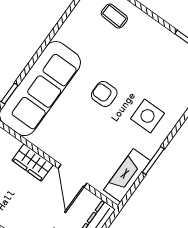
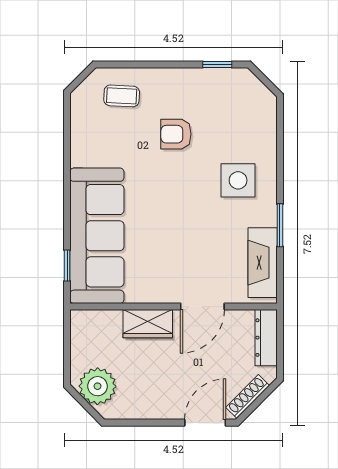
armchair: (104, 94) -> (176, 134), moved
door: (72, 176) -> (202, 306), hinge flipped

